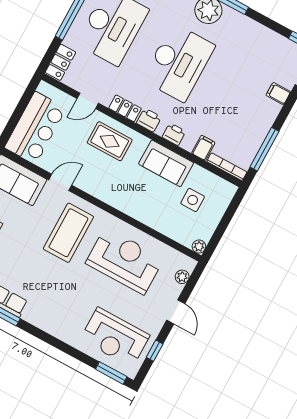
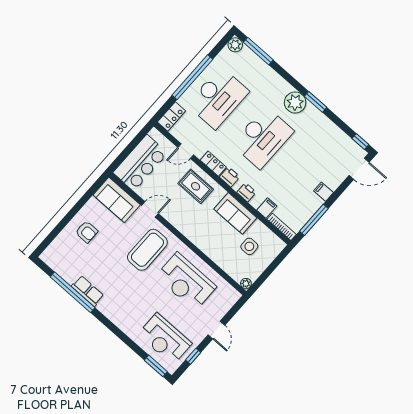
filing cabinet: (278, 94) -> (323, 192), moved
reception desk: (125, 261) -> (186, 281), turned 180
plant: (182, 277) -> (228, 304), removed

